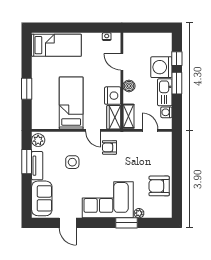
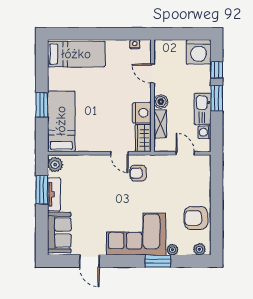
washing machine: (161, 67) -> (199, 52), moved, turned -90
bed: (71, 103) -> (61, 121), moved
shelving: (129, 116) -> (160, 124), moved
side table: (72, 162) -> (95, 190), removed
plant: (162, 213) -> (199, 249), added

